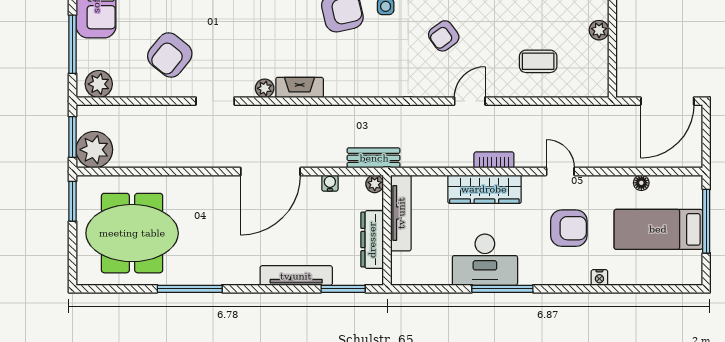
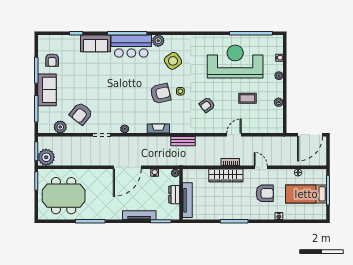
coffee table: (538, 61) -> (247, 98), moved
plant: (99, 84) -> (60, 127), moved
fireplace: (300, 87) -> (158, 129), moved
door: (470, 101) -> (234, 135), moved
bench: (374, 158) -> (183, 141), moved
tv unit: (401, 213) -> (187, 200), moved
dresser: (372, 240) -> (174, 195), width x0.70
desk: (485, 260) -> (226, 208), removed

